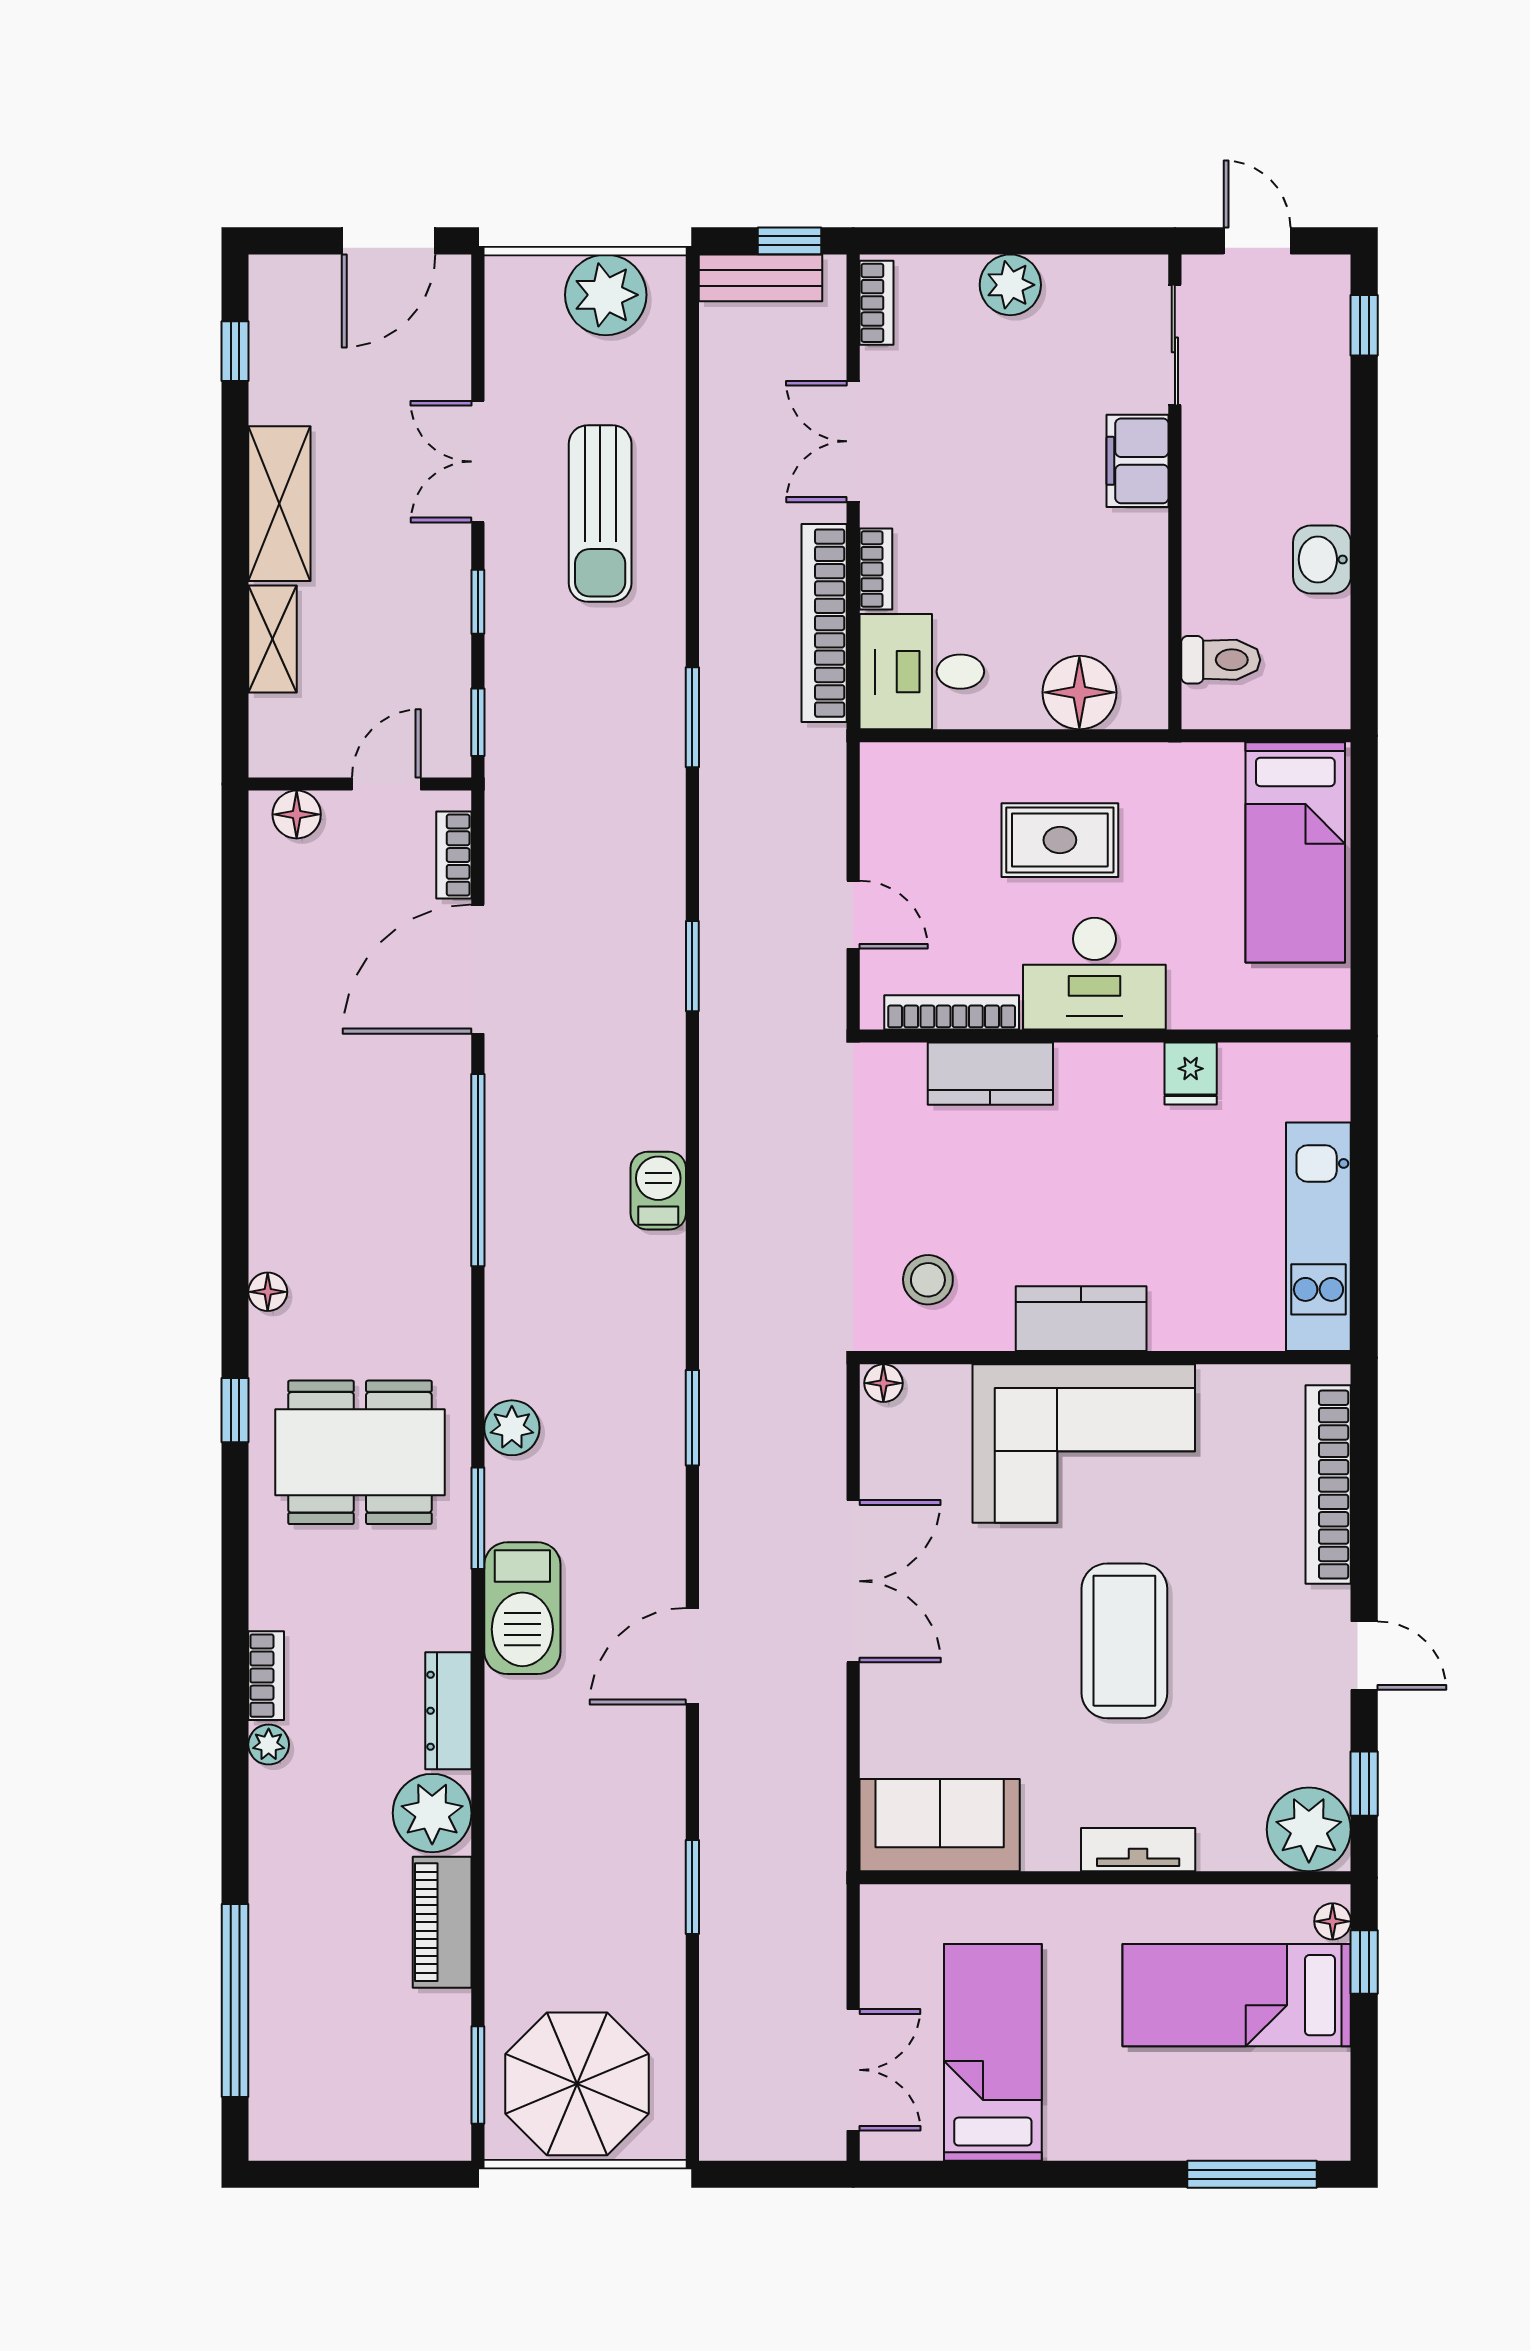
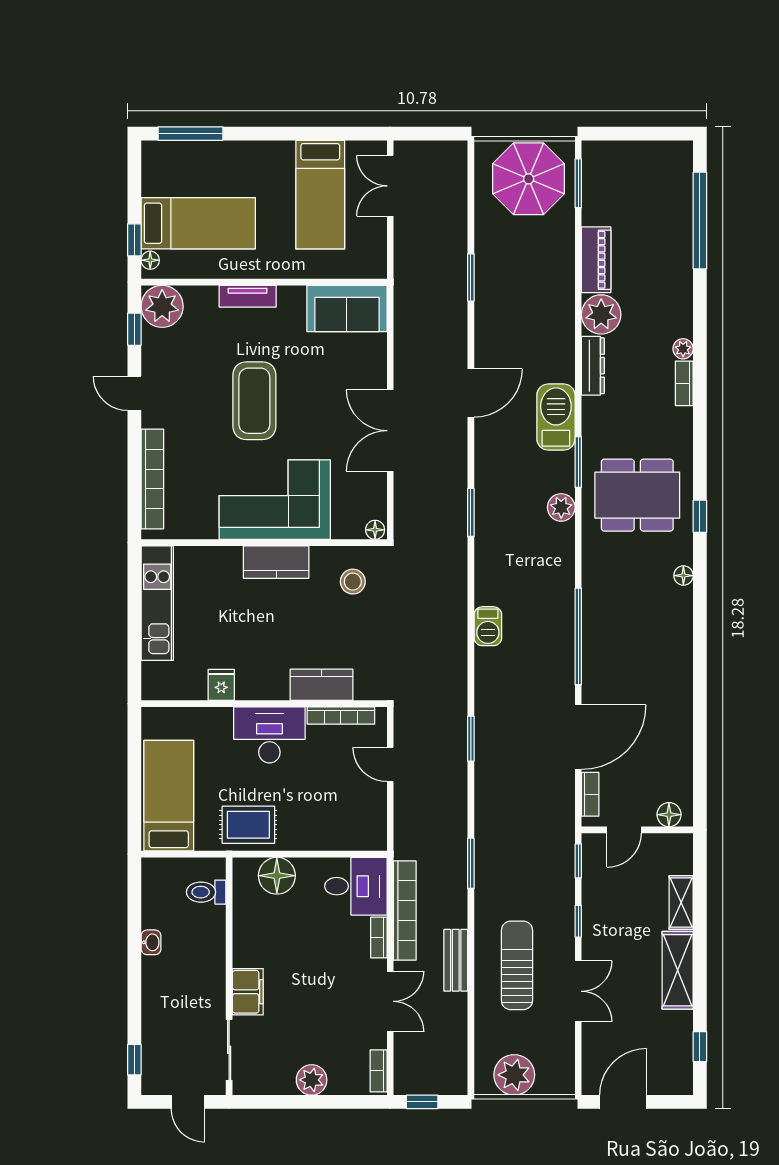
bench: (760, 278) -> (456, 960), moved, turned 90
washbasin: (1322, 559) -> (151, 942), width x0.72, depth x0.69
rug: (1060, 840) -> (248, 825), moved

